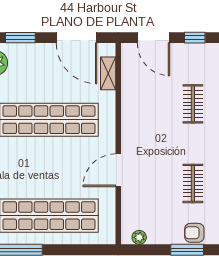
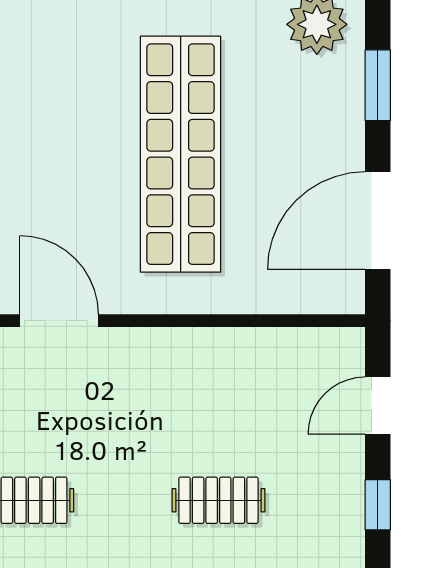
door: (153, 38) -> (378, 406), width x0.73
shelving: (108, 73) -> (292, 296), removed

